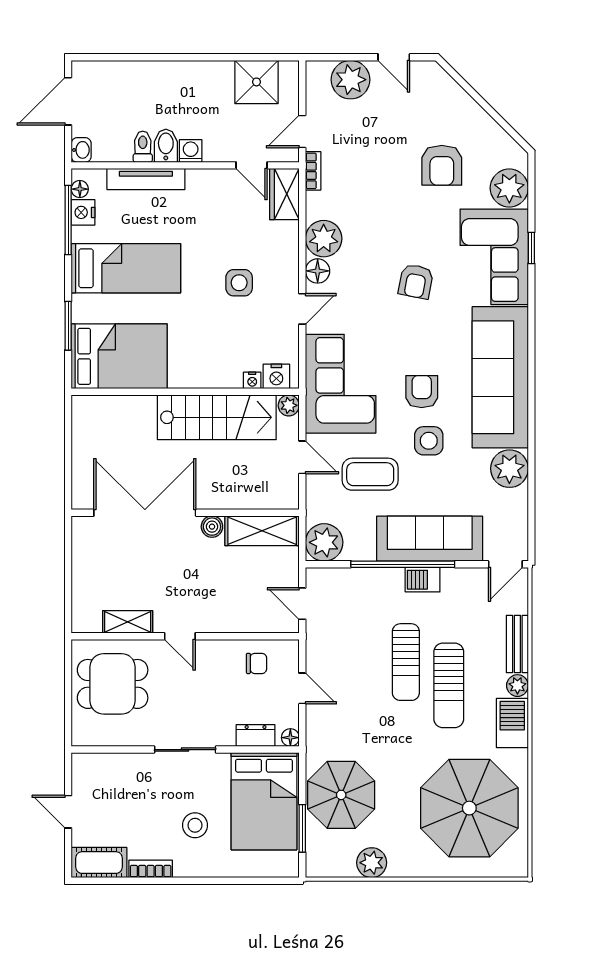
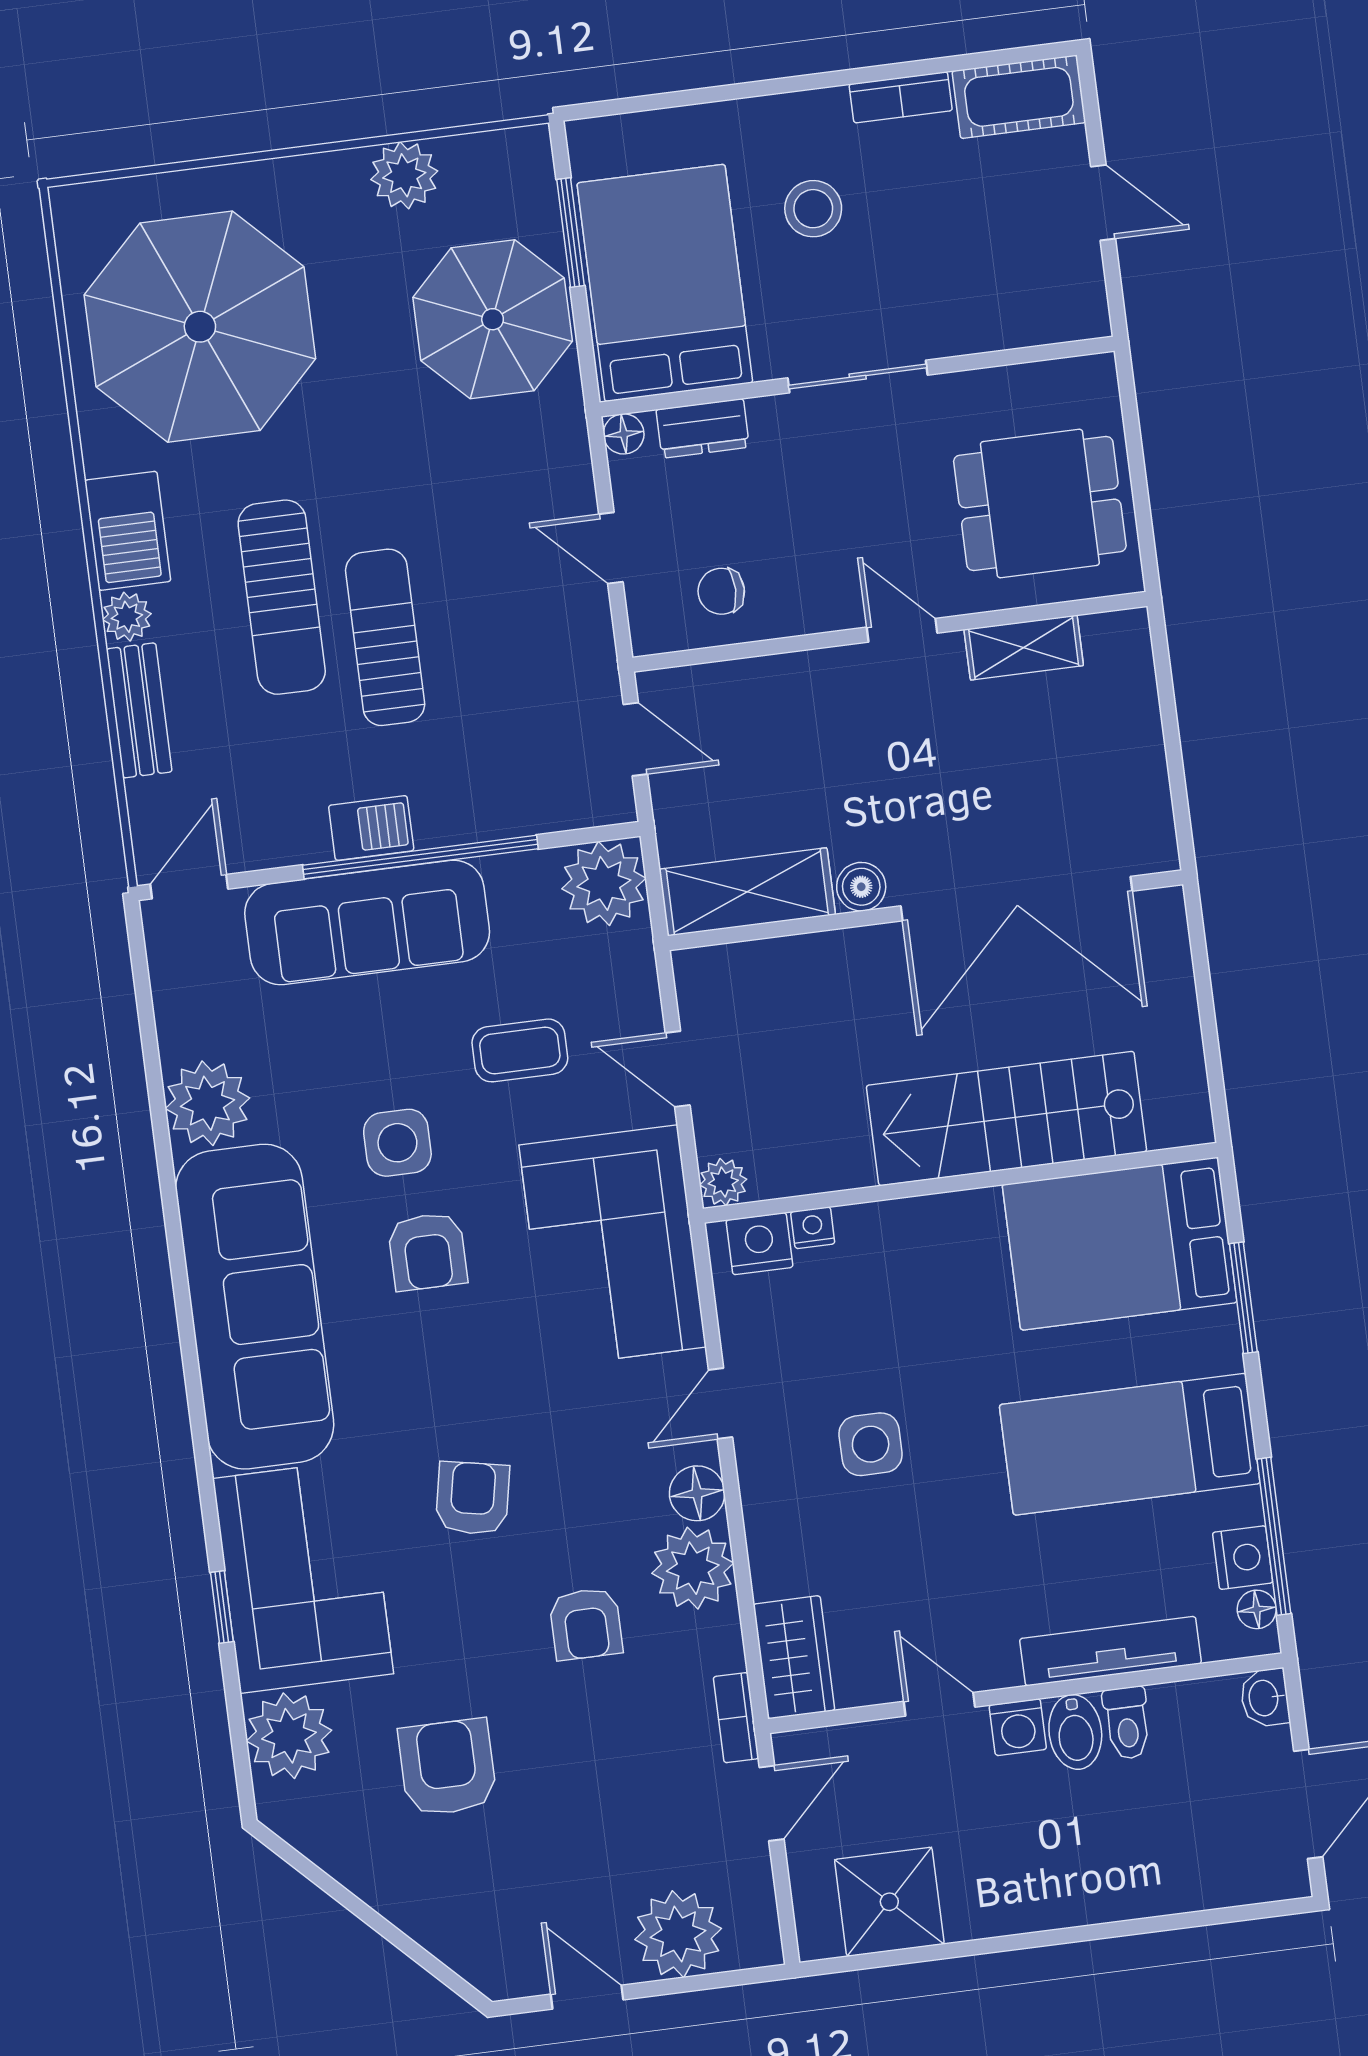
door: (252, 165) -> (939, 1704), moved
armchair: (373, 220) -> (586, 1624), added
stairs: (217, 417) -> (1006, 1119), moved
coffee table: (370, 474) -> (520, 1050), width x0.73, depth x0.77
sun lounger: (449, 685) -> (282, 597), turned 180

